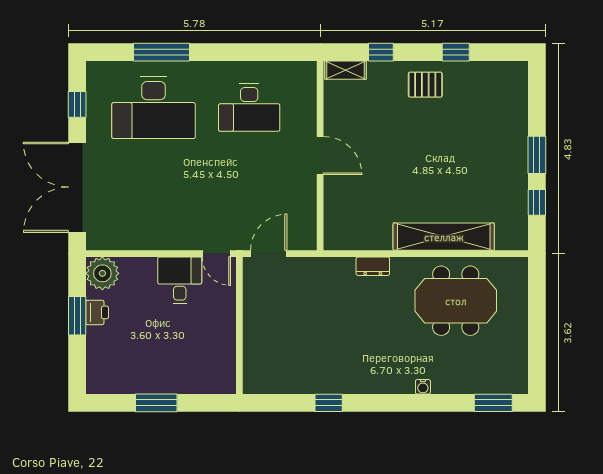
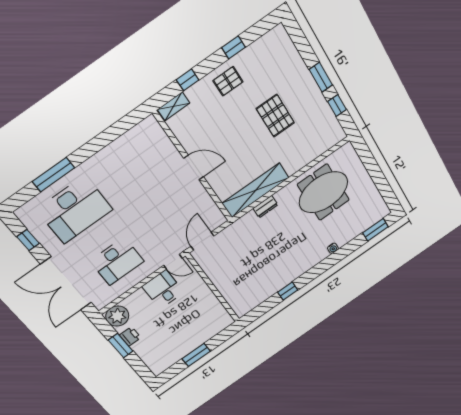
desk: (249, 107) -> (117, 261), moved
pallet: (455, 162) -> (275, 116), added
shelving: (444, 237) -> (255, 190), moved

